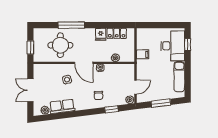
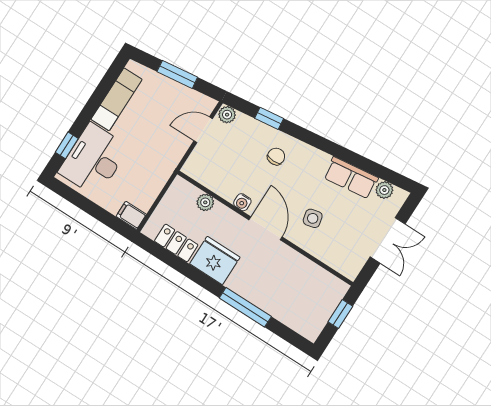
fridge: (101, 34) -> (215, 260), width x1.88, depth x1.34
round table: (60, 45) -> (286, 285), removed
filing cabinet: (143, 54) -> (131, 215), moved

